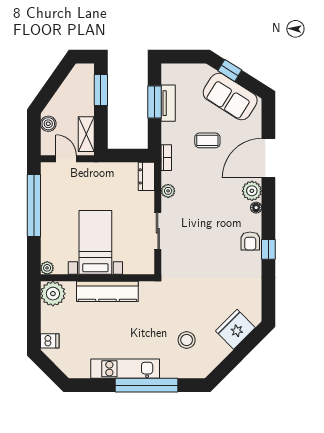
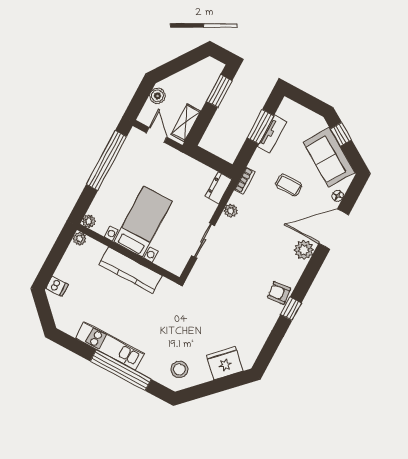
floor lamp: (256, 208) -> (338, 196), moved
armchair: (250, 241) -> (279, 293), turned 85
plant: (53, 294) -> (80, 239), width x0.53, depth x0.53
stool: (187, 340) -> (179, 369), moved

